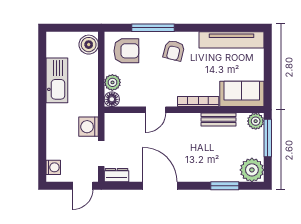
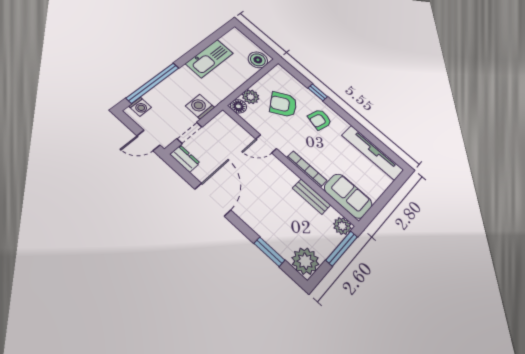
window: (153, 28) -> (318, 92), width x0.46
armchair: (126, 51) -> (283, 104), moved, turned 147
window: (42, 141) -> (153, 83), added

